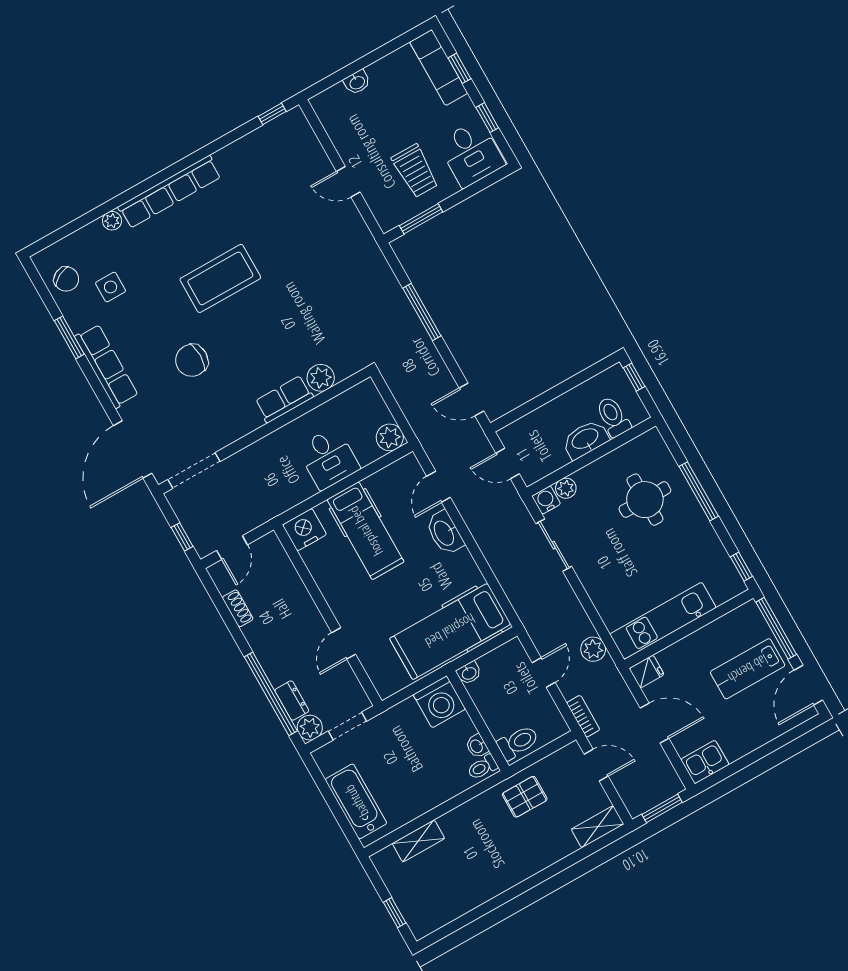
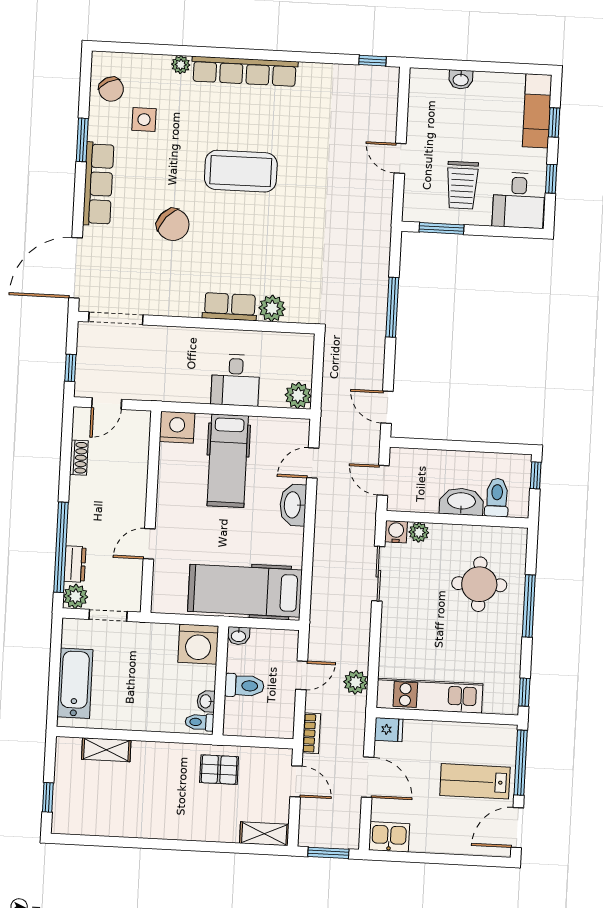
chair: (192, 360) -> (173, 225), turned -139
toilet: (518, 742) -> (244, 686), moved

